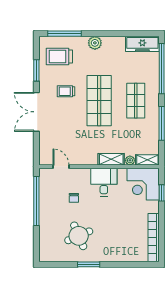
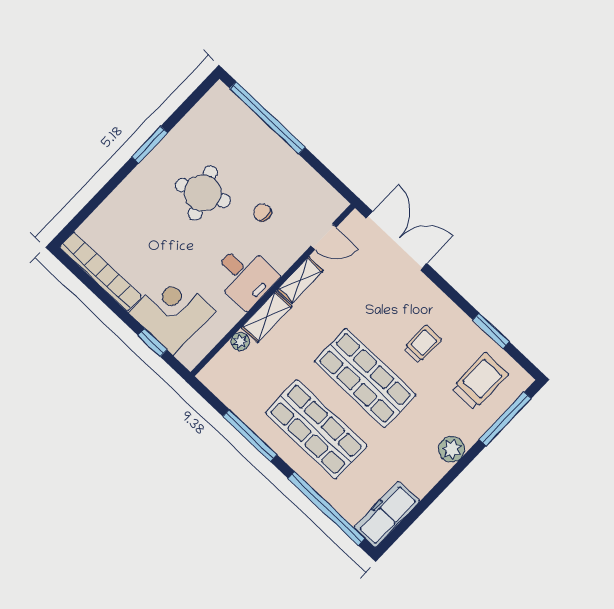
shop shelf: (136, 101) -> (316, 429), width x1.43, depth x1.36
double door: (36, 112) -> (397, 241), moved
shelving: (147, 160) -> (300, 280), moved
corner desk: (143, 184) -> (172, 312), moved
window: (36, 201) -> (267, 118), moved
round table: (79, 236) -> (203, 193), moved

